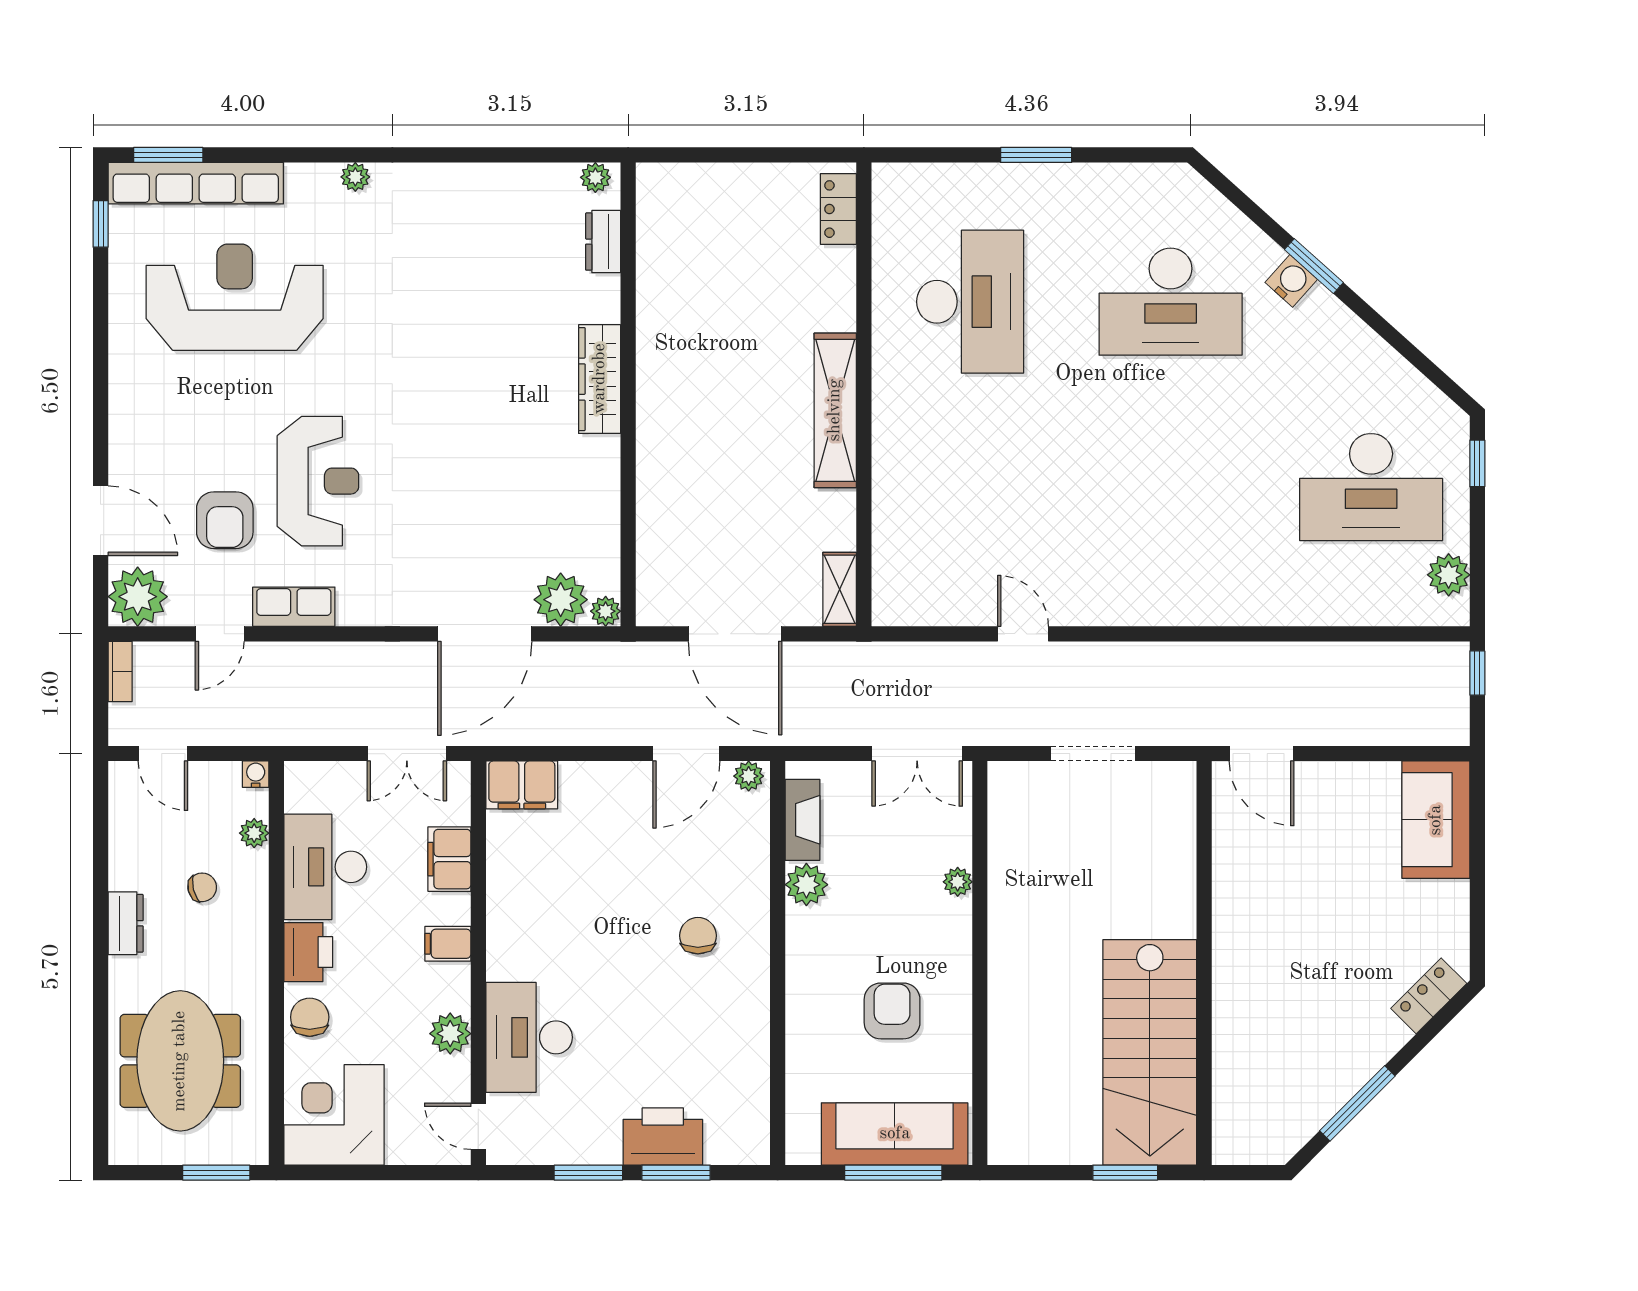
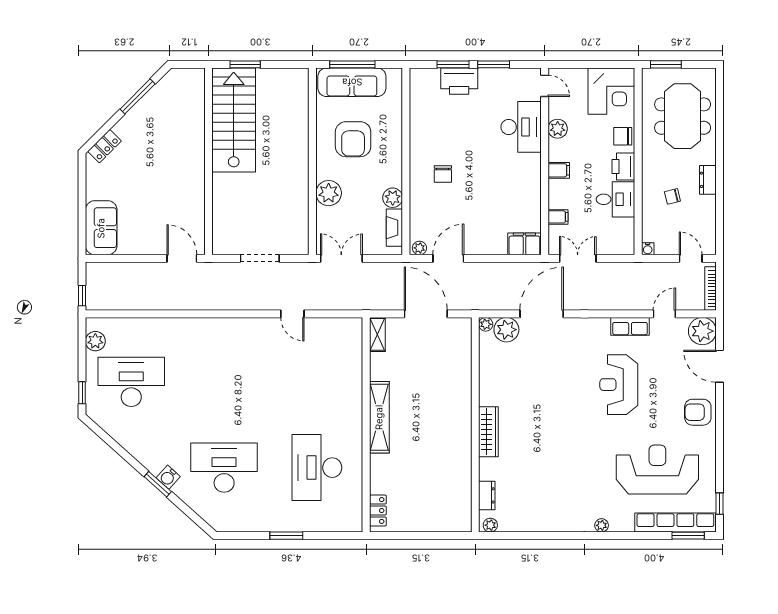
reception desk: (235, 297) -> (657, 470), turned 180
armchair: (225, 520) -> (698, 412), moved, turned -90
bookcase: (120, 671) -> (710, 289), width x1.56
plant: (254, 833) -> (648, 222), removed
filing cabinet: (449, 859) -> (558, 217), width x0.50
desk: (325, 867) -> (615, 199), width x0.73
plant: (958, 882) -> (329, 193), width x1.88, depth x1.88
armchair: (892, 1011) -> (353, 139), width x1.36, depth x1.36
chair: (310, 1017) -> (623, 136), turned 90

